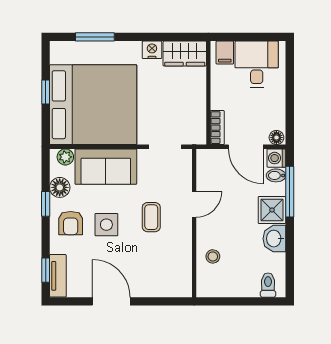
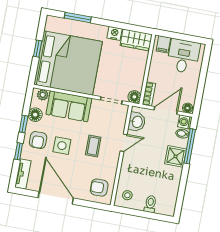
floor lamp: (197, 136) -> (134, 97), added
door: (246, 147) -> (166, 110), swing flipped
washbasin: (274, 239) -> (137, 122), moved, turned 180
stool: (213, 256) -> (127, 195), moved
window: (46, 270) -> (19, 151), moved
armchair: (171, 275) -> (99, 188), added
toilet: (268, 285) -> (150, 204), moved
door: (111, 301) -> (56, 198), width x1.36

